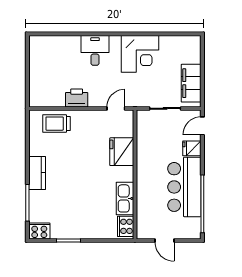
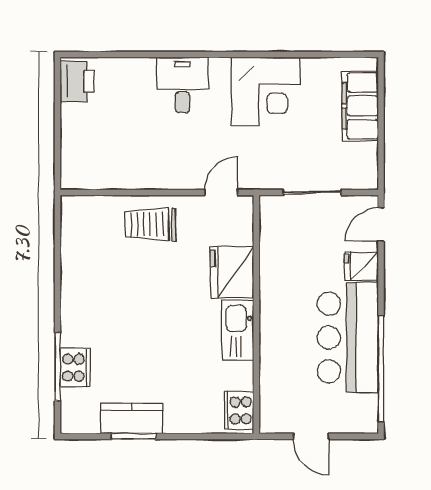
filing cabinet: (191, 83) -> (360, 106), moved
printer: (77, 98) -> (77, 82), moved, turned 90
trolley: (57, 124) -> (150, 224), moved
kitchen counter: (37, 173) -> (132, 418), moved, turned -90
kitchen sink: (125, 198) -> (238, 330), moved
cooker: (39, 231) -> (75, 368), moved, turned 90

